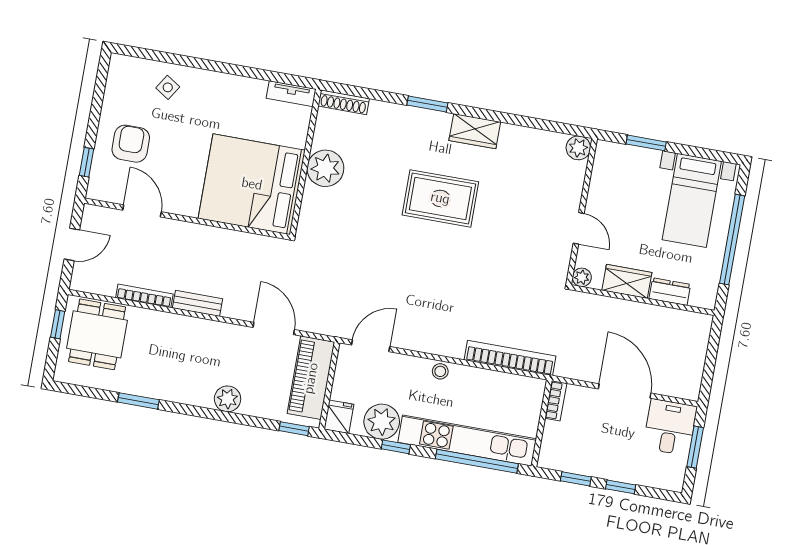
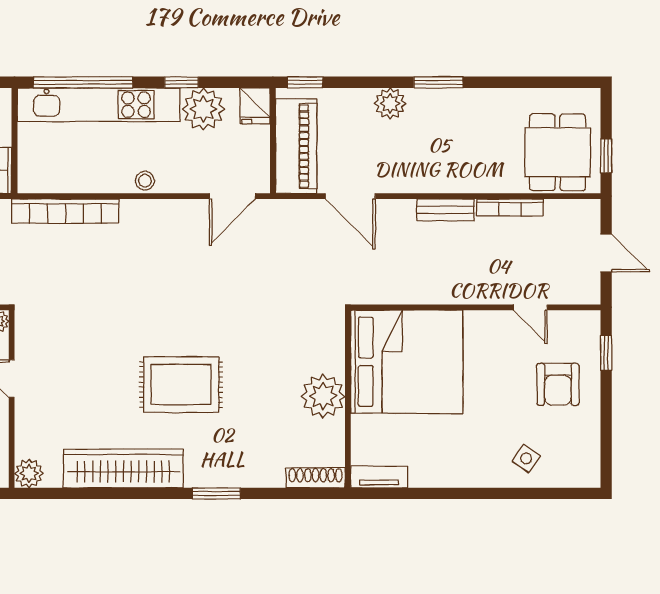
wardrobe: (475, 131) -> (123, 468), width x2.10, depth x1.17
door: (142, 211) -> (530, 307), width x0.73
door: (72, 244) -> (606, 253), swing flipped
window: (138, 401) -> (438, 82), moved

